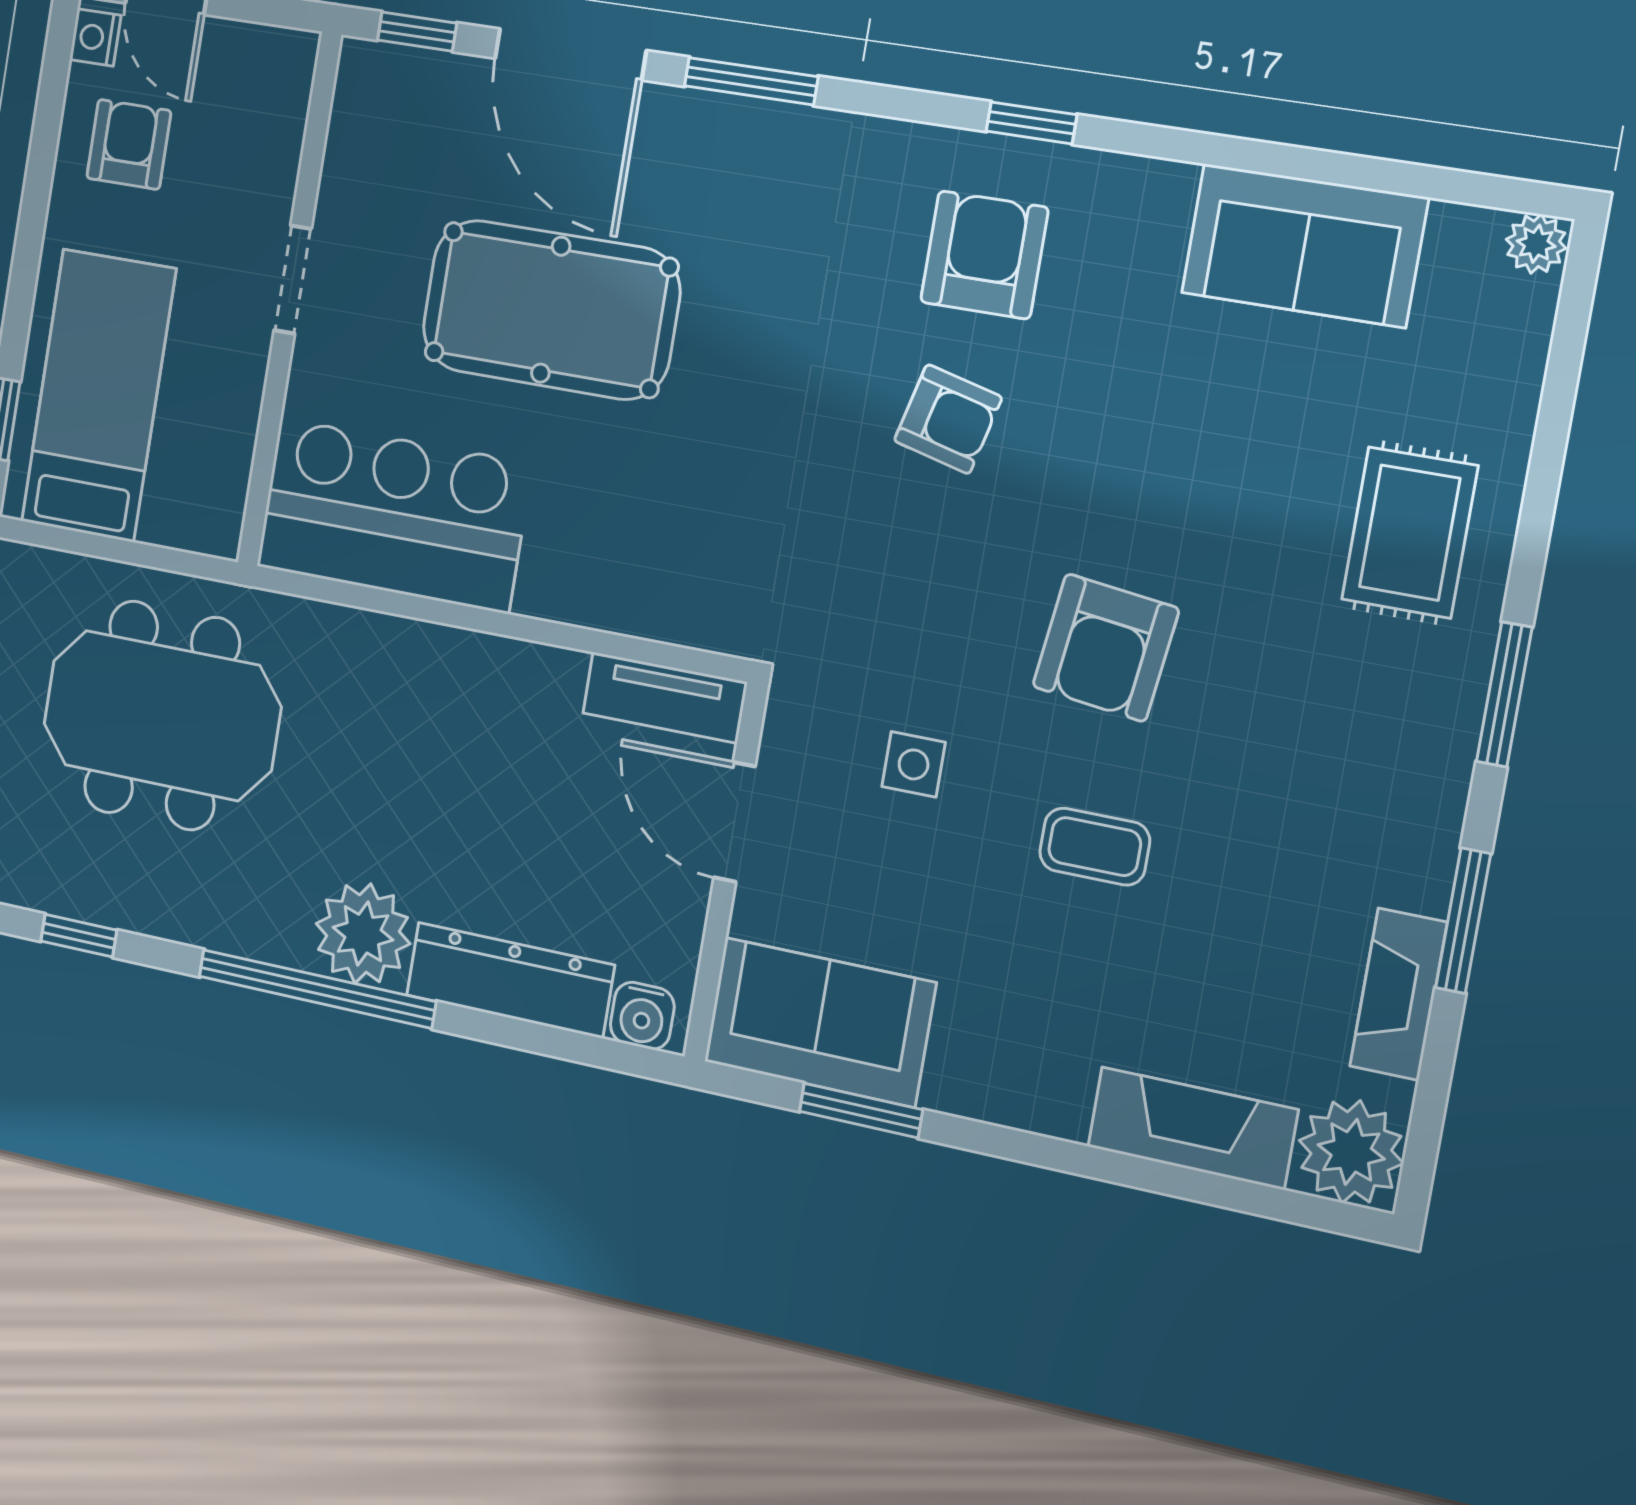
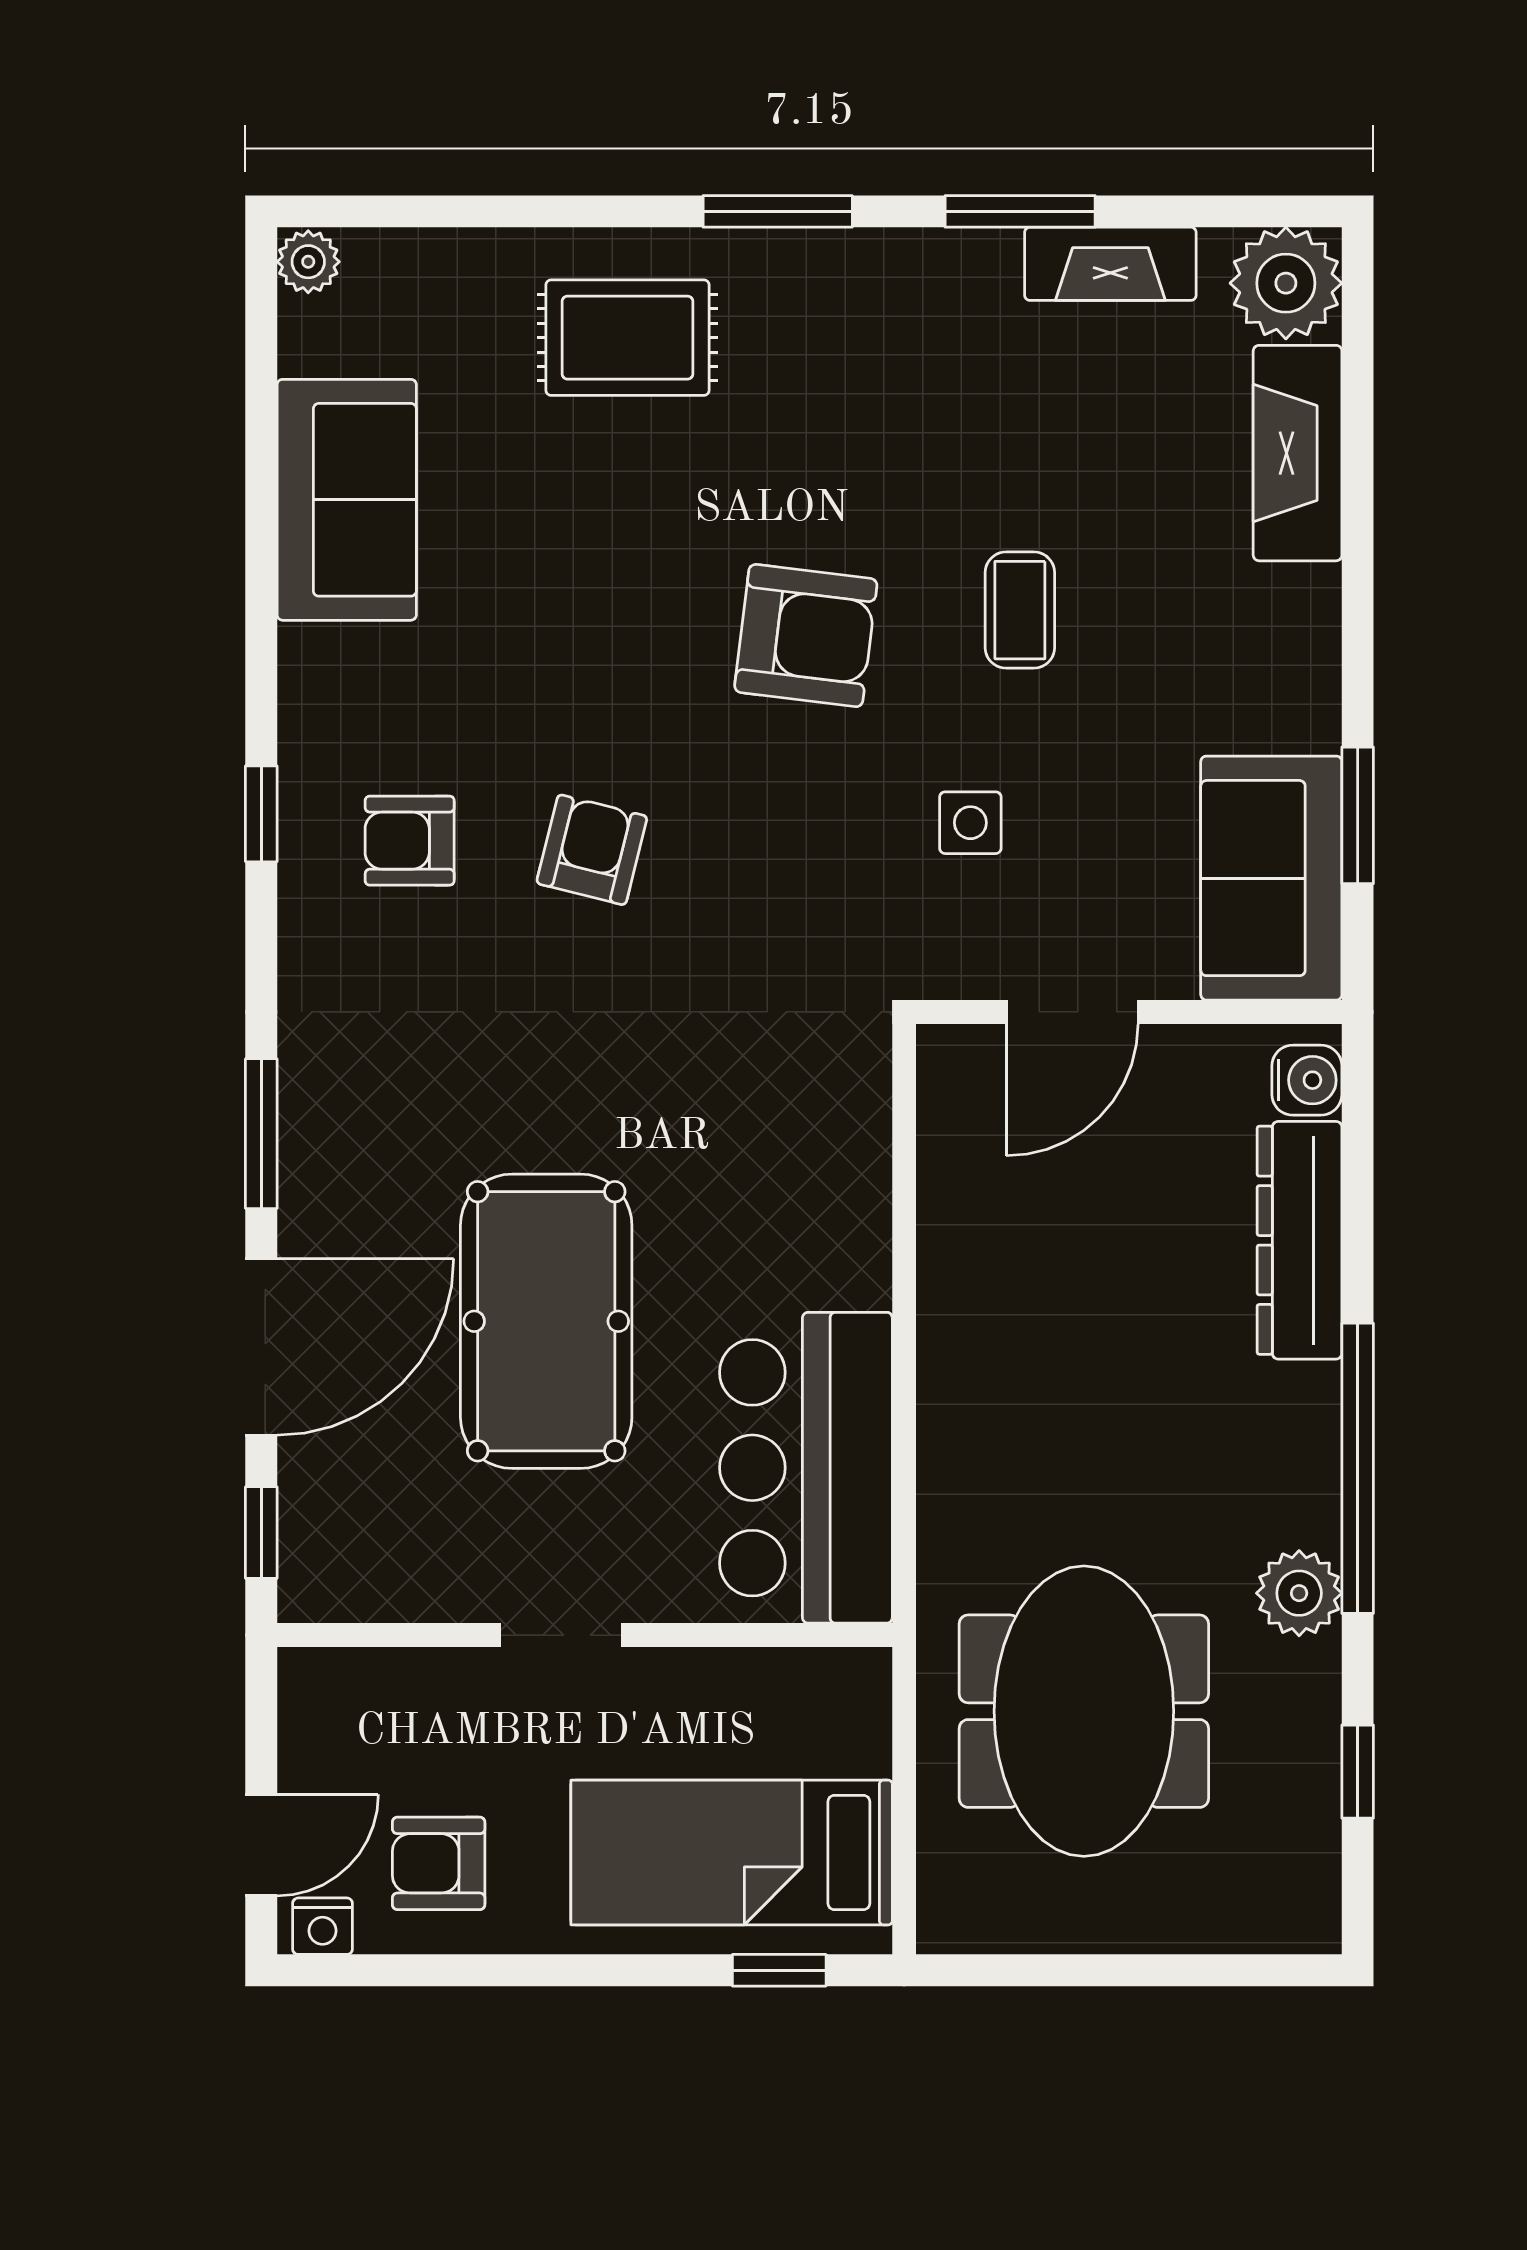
armchair: (984, 255) -> (410, 841), width x0.72, depth x0.72
tv unit: (665, 698) -> (951, 1115), removed
plant: (363, 934) -> (1299, 1593), moved, width x0.73, depth x0.73

